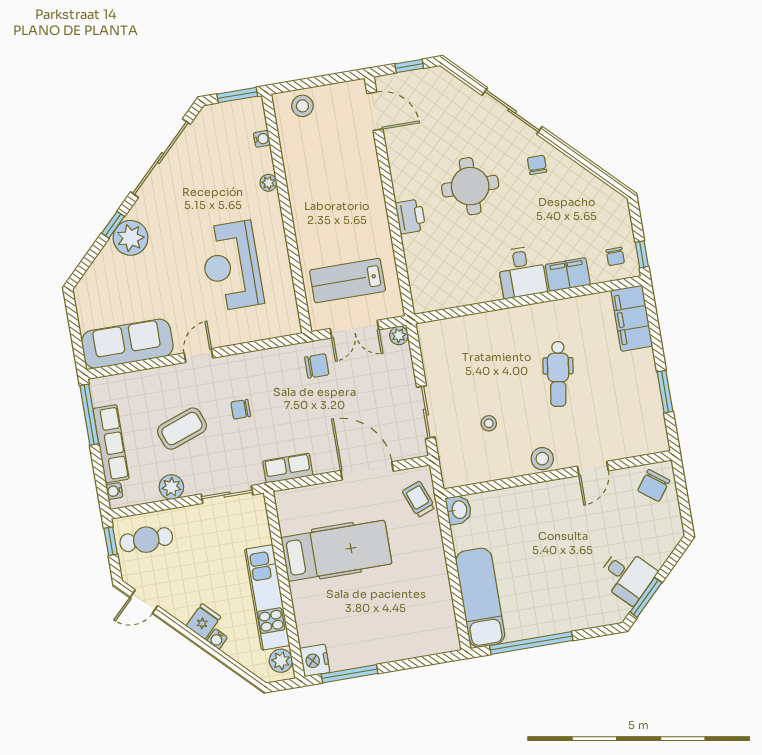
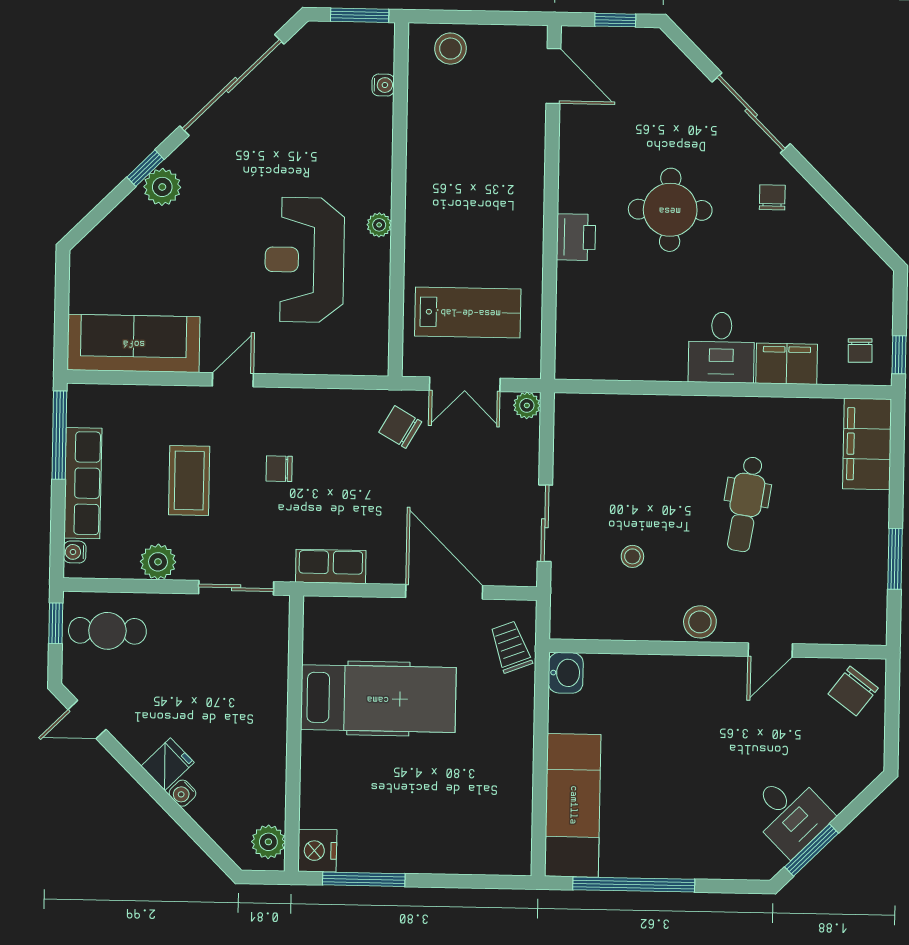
plant: (268, 183) -> (379, 225), moved
plant: (131, 238) -> (162, 187), width x0.73, depth x0.73
lab bench: (347, 281) -> (468, 312), turned 180
chair: (317, 366) -> (400, 427), turned -150
coffee table: (182, 429) -> (189, 480), turned -70
kitchen unit: (267, 597) -> (266, 747), removed

